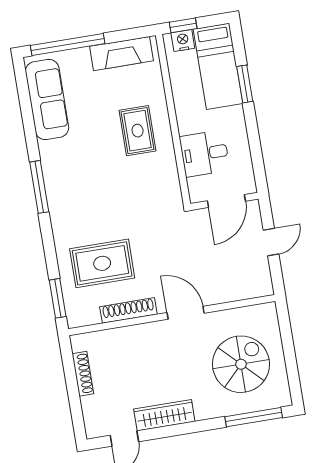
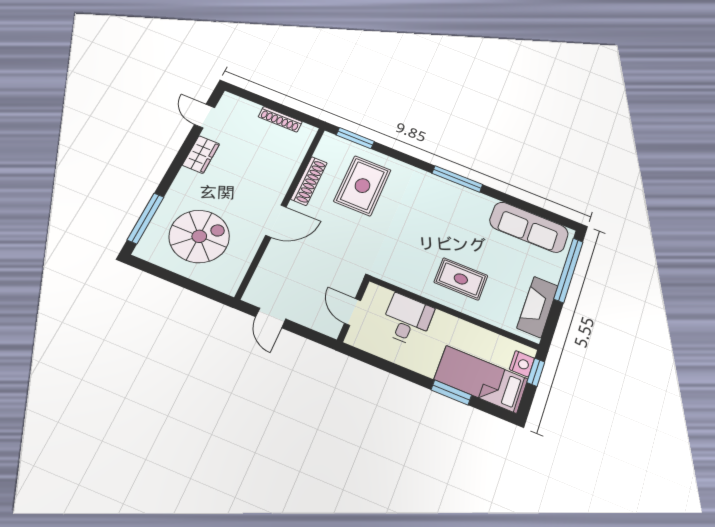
door: (226, 201) -> (353, 312), width x0.73
door: (271, 242) -> (271, 318), moved
spiral stairs: (241, 364) -> (199, 236), turned -90
wardrobe: (164, 415) -> (201, 154), width x0.67

